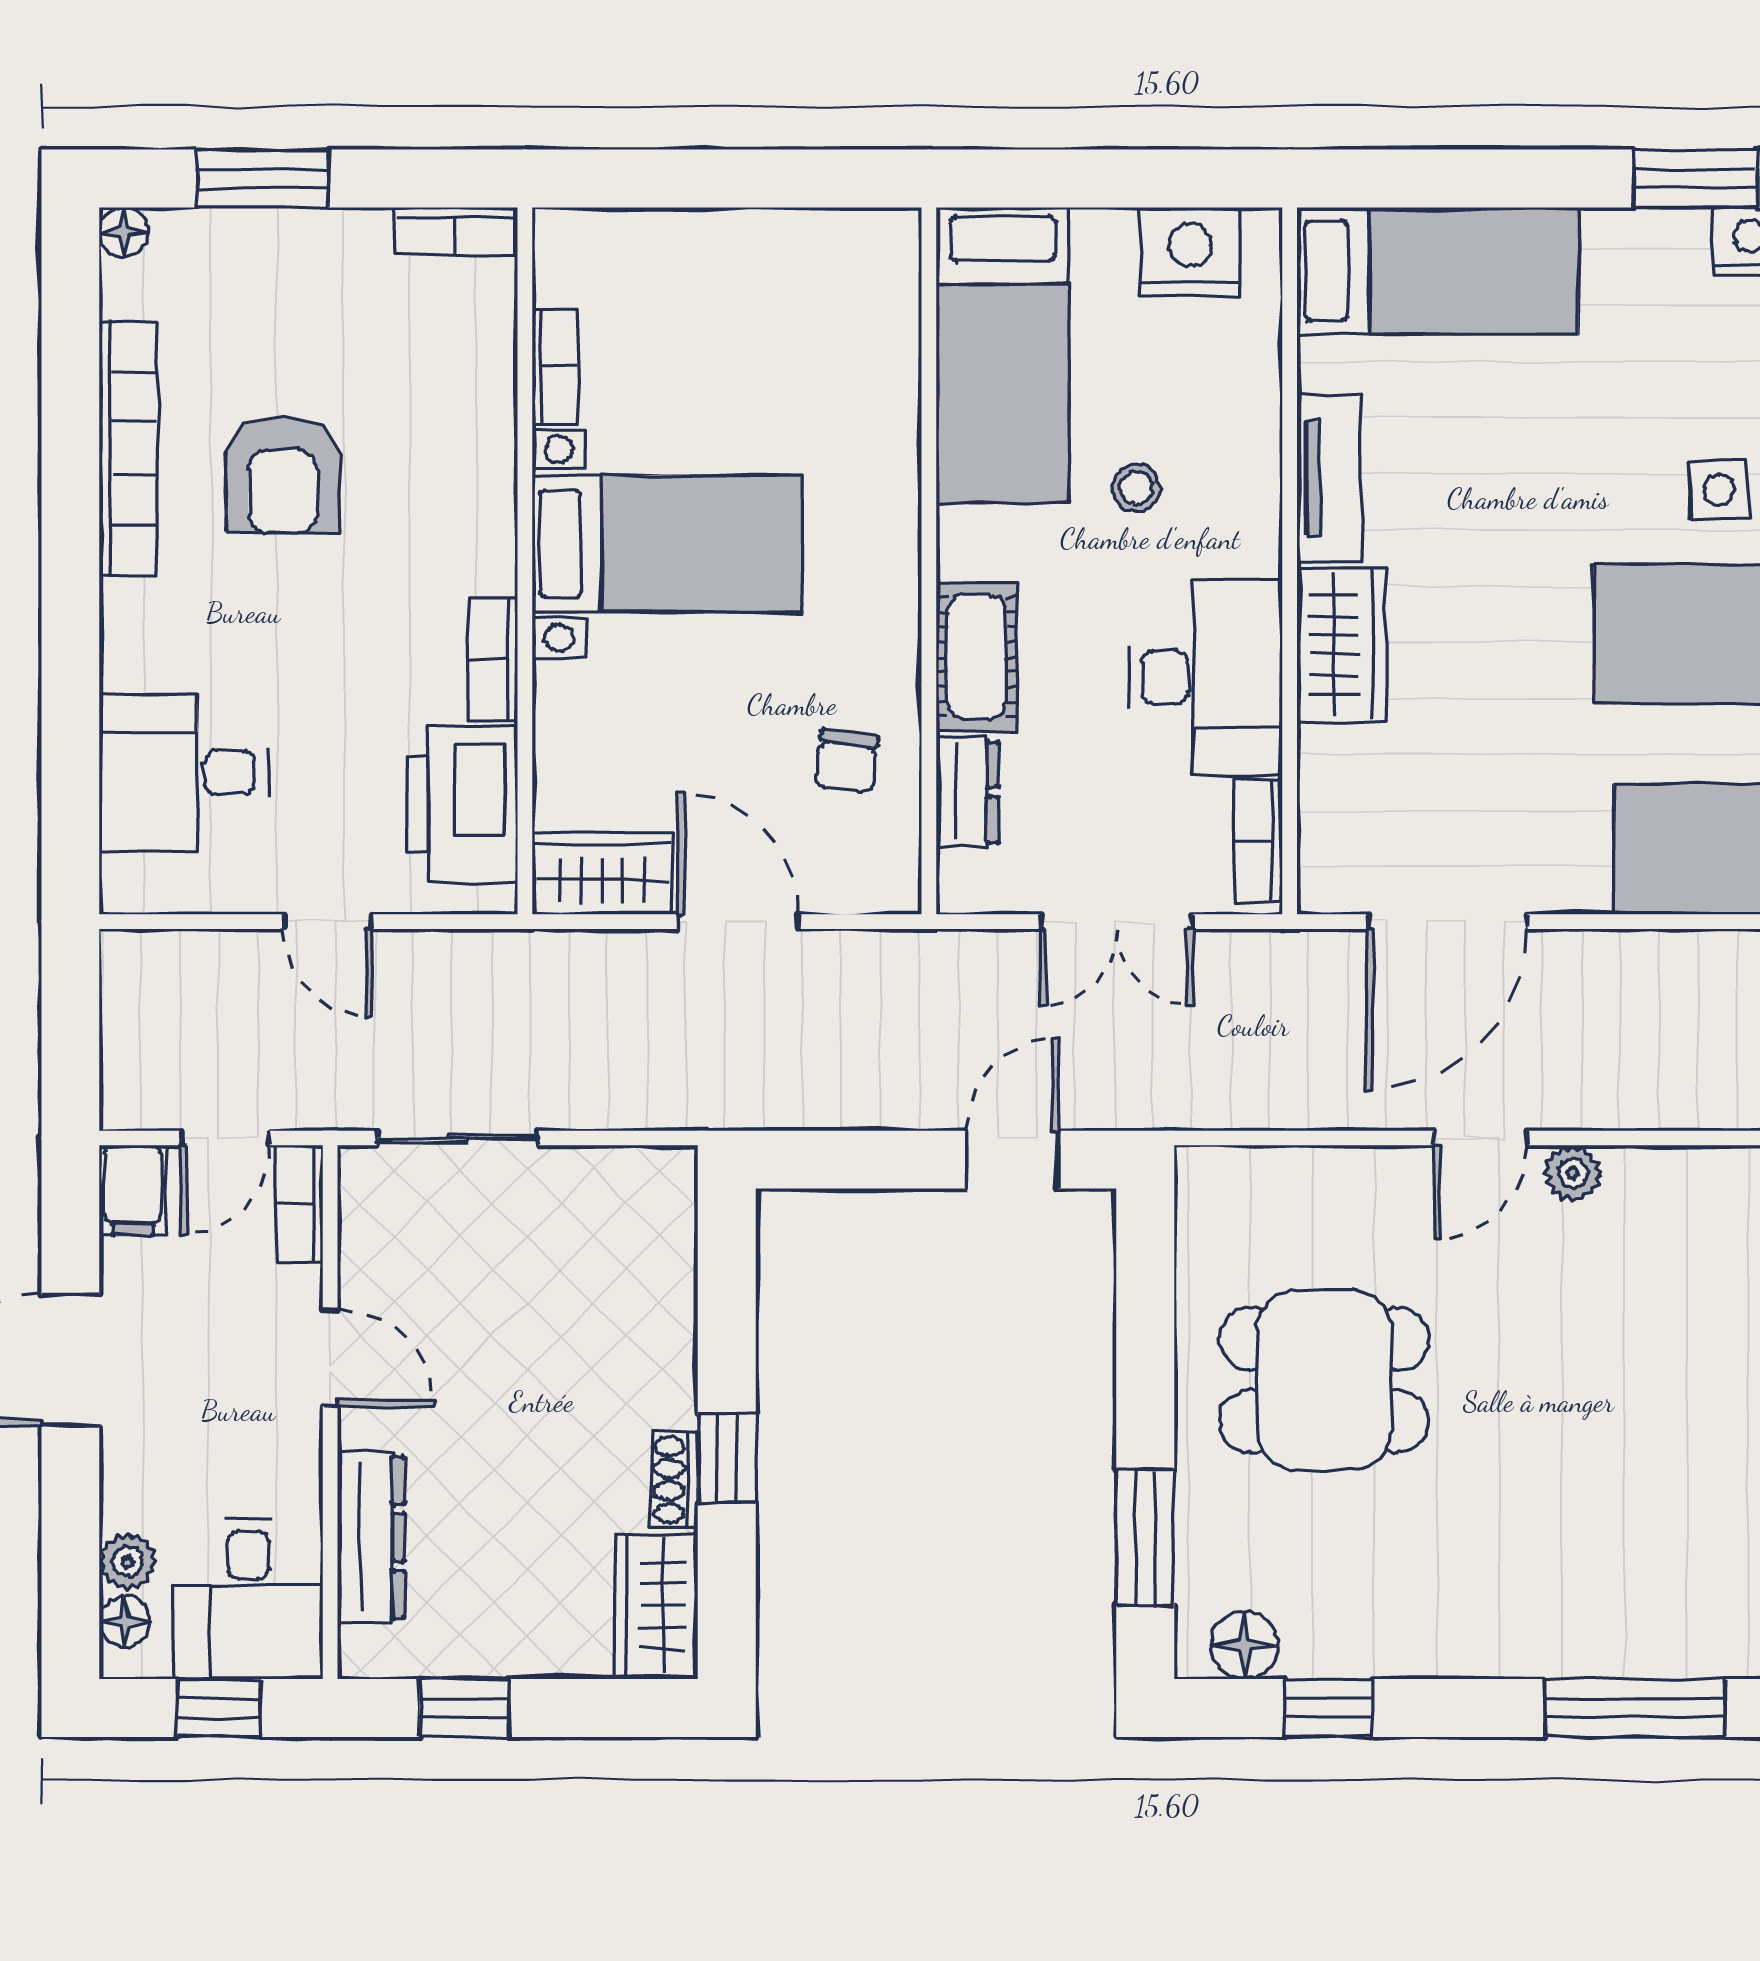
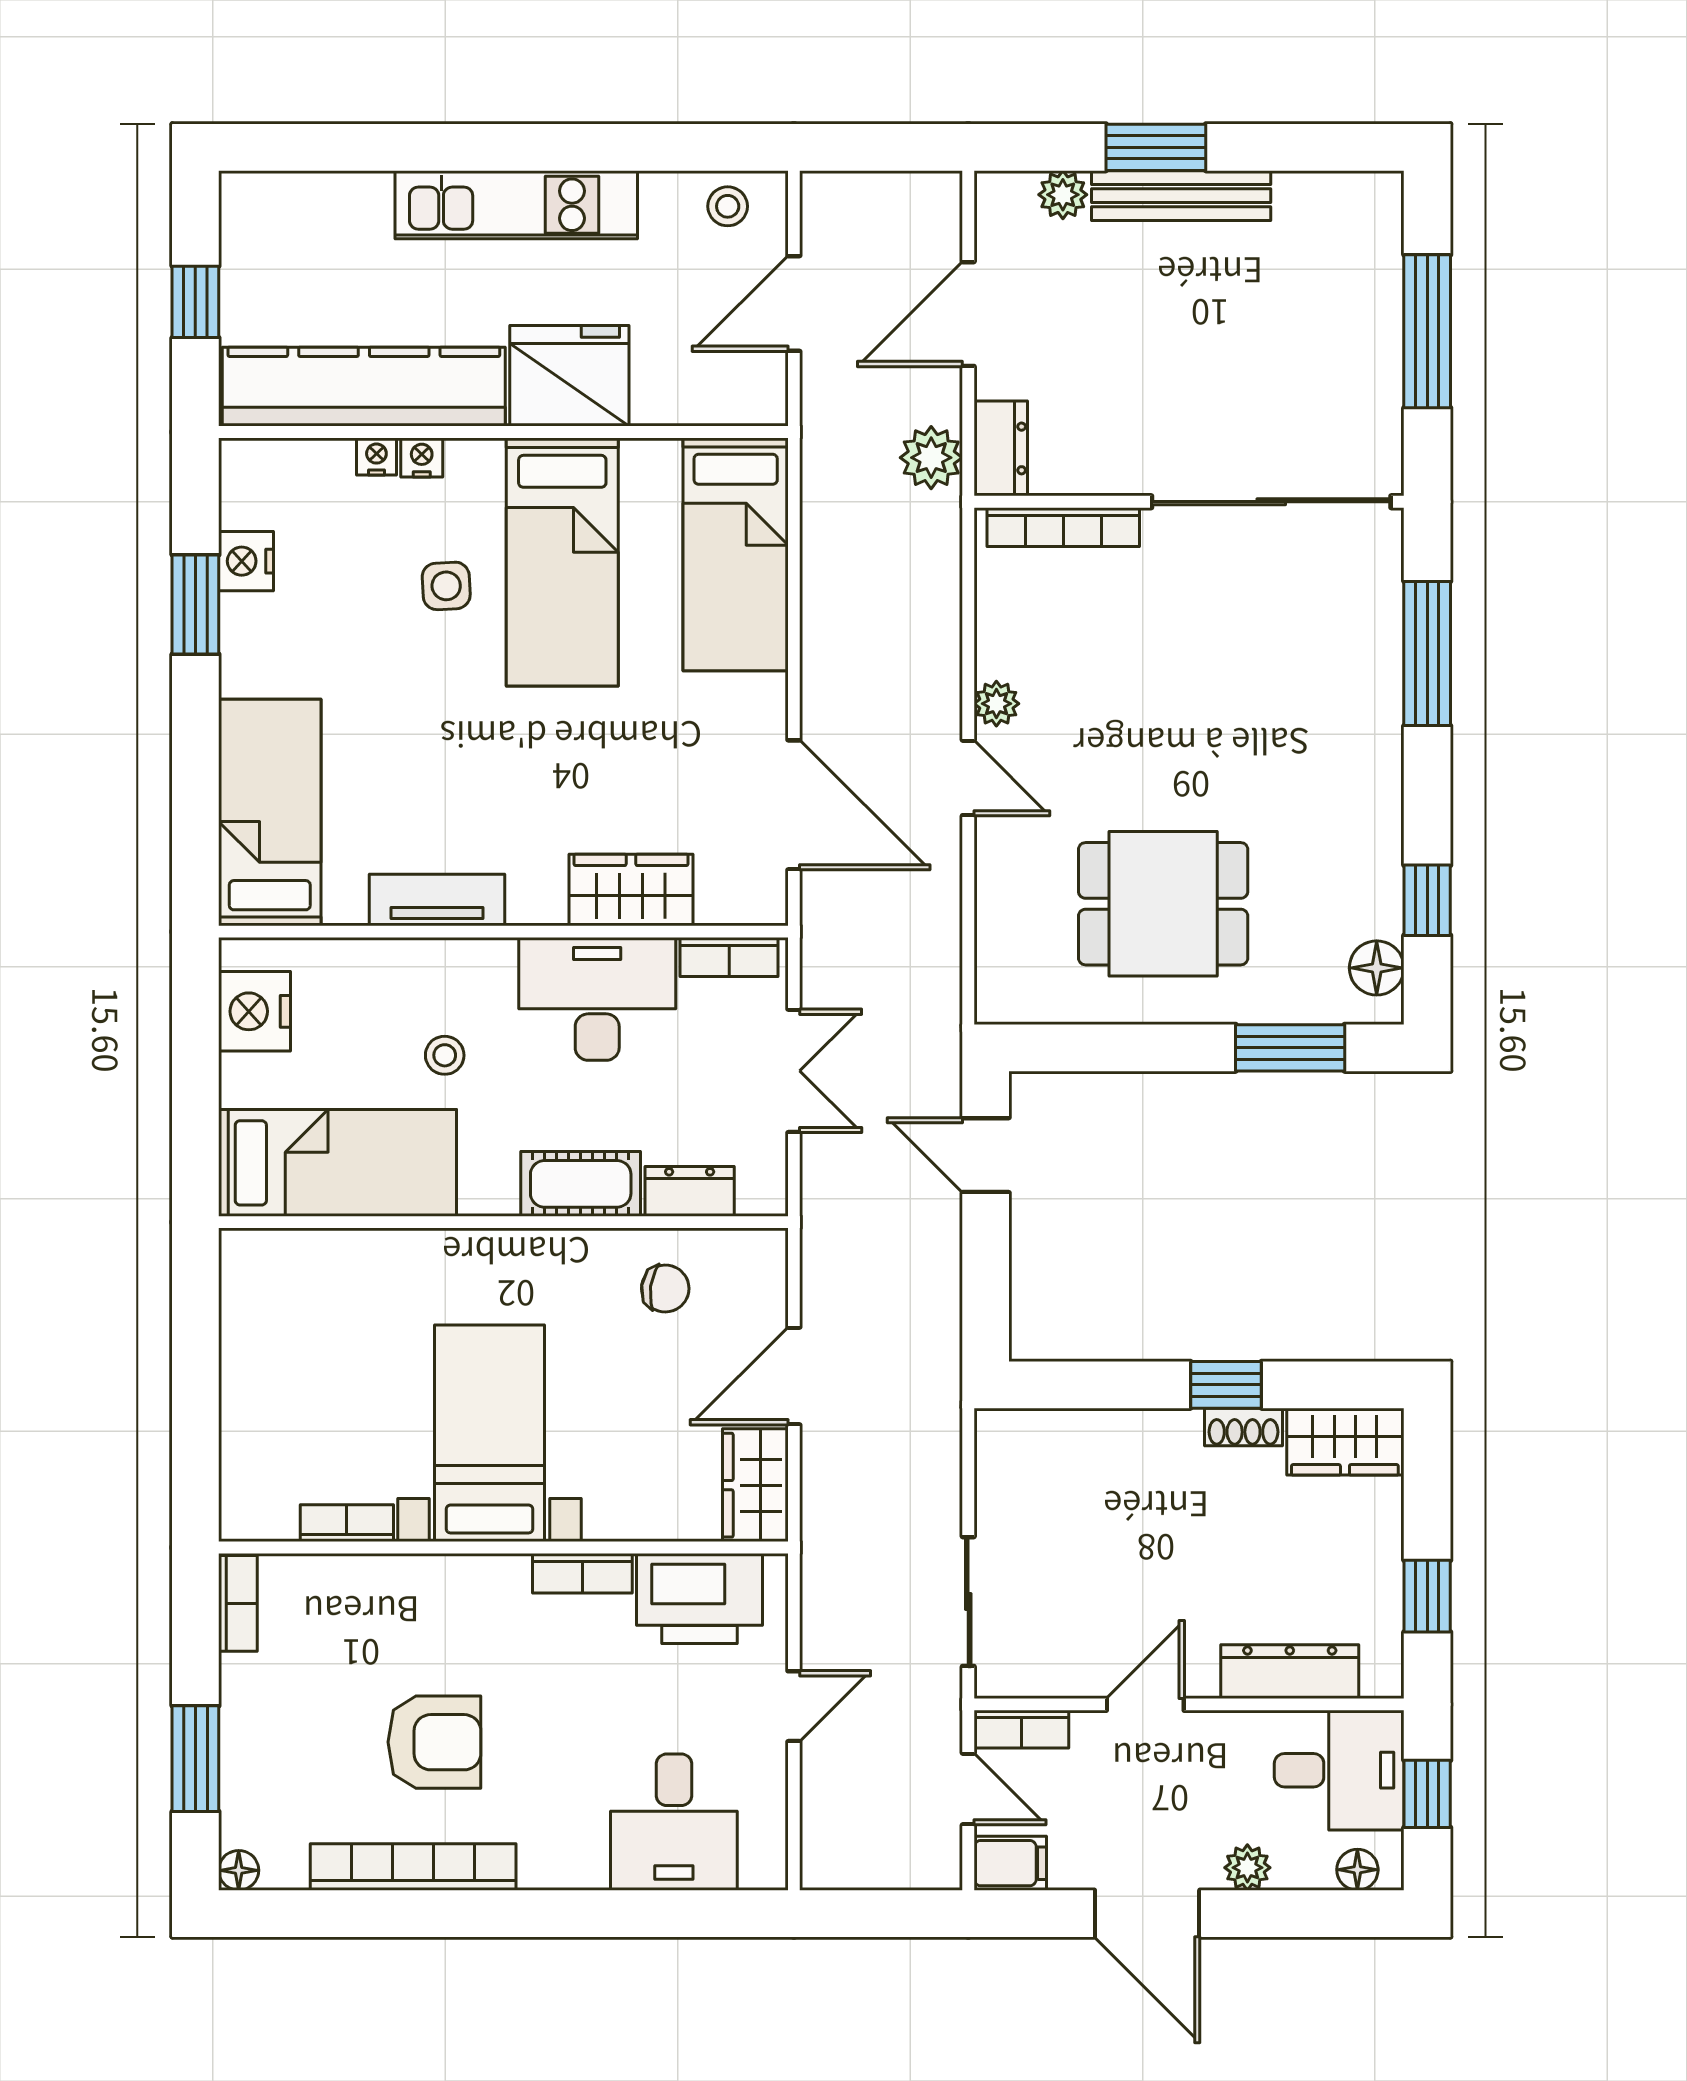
wardrobe: (1341, 645) -> (631, 890), moved
dining table: (1324, 1380) -> (1163, 904), turned 90
plant: (128, 1562) -> (1247, 1868), moved

